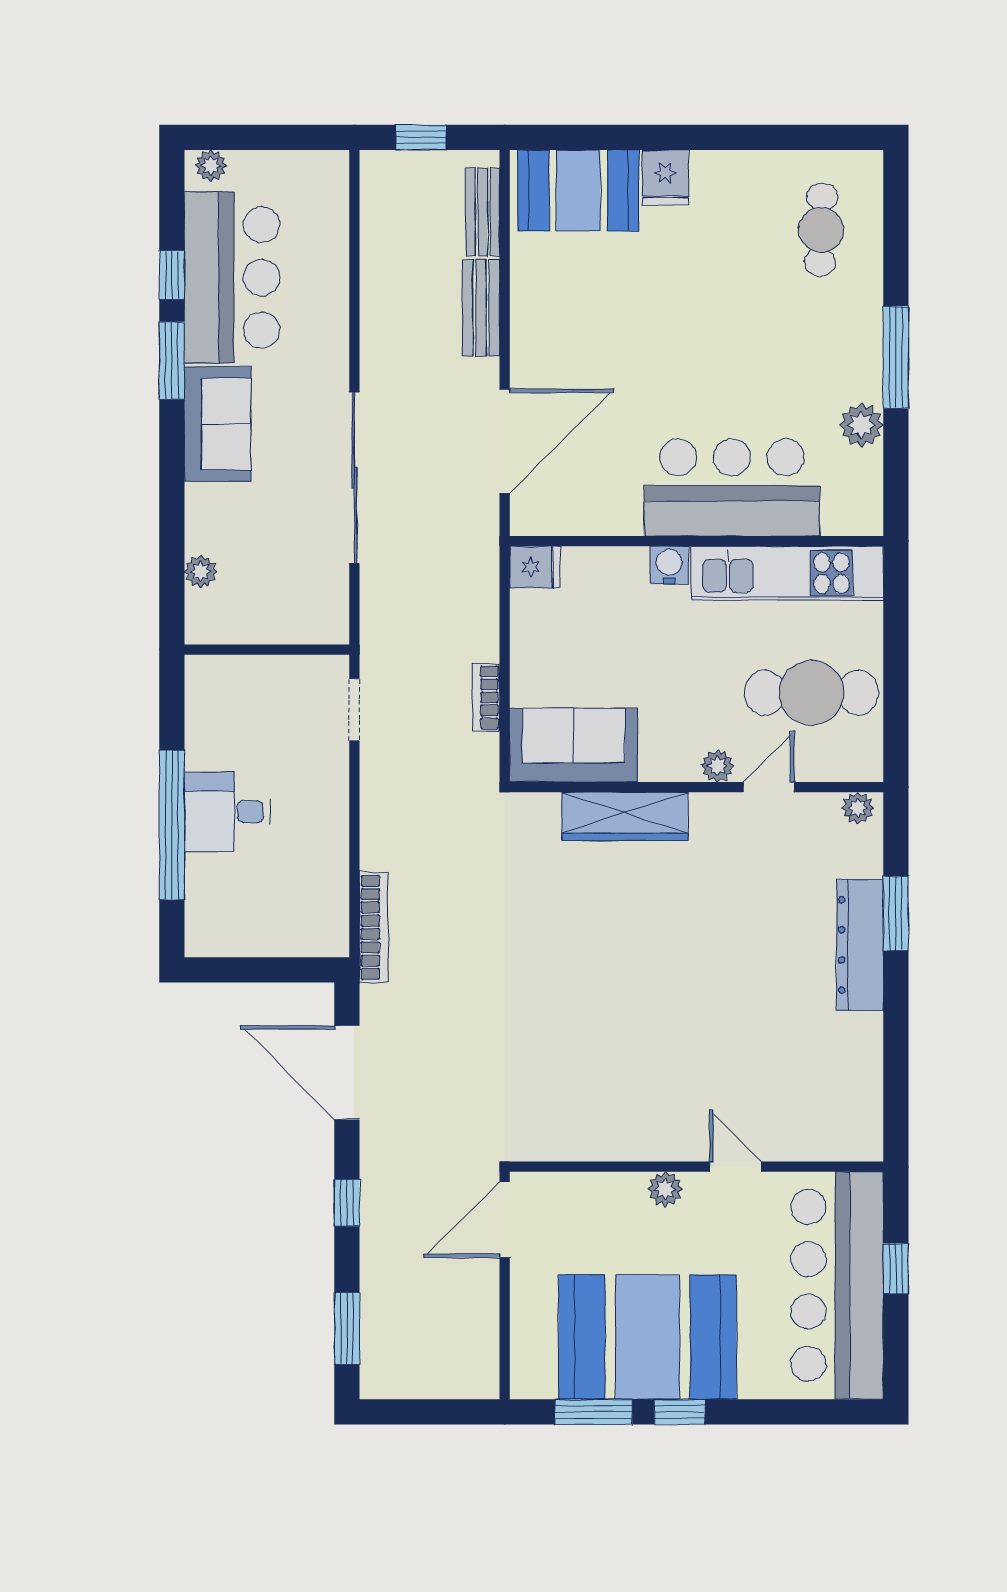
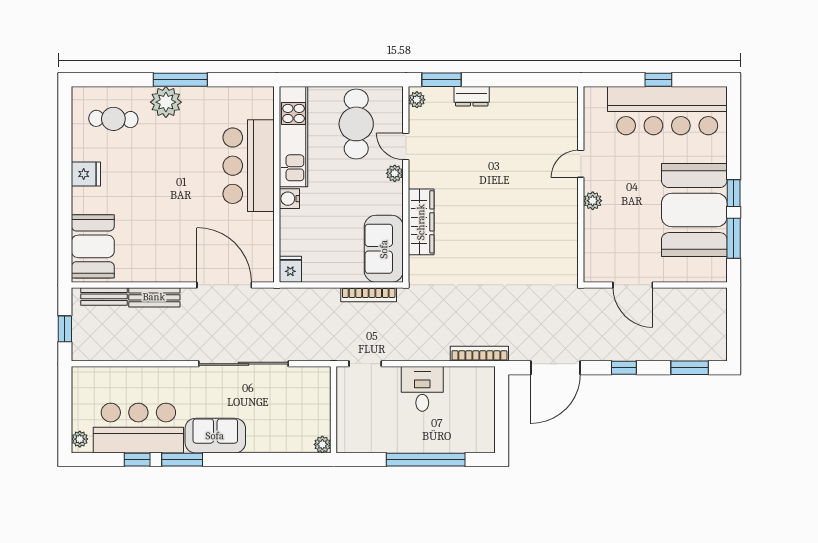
fridge: (665, 178) -> (86, 174), moved
plant: (861, 425) -> (166, 102), moved, width x1.36, depth x1.36
plant: (201, 572) -> (322, 444), moved
bookcase: (486, 697) -> (369, 295), width x1.56
desk: (227, 812) -> (422, 389), moved, turned 180
window: (896, 913) -> (442, 80), moved
dresser: (860, 945) -> (472, 96), width x0.51, depth x0.80
wall: (696, 1167) -> (581, 184), moved
door: (736, 1167) -> (581, 164), moved
plant: (665, 1189) -> (593, 201), moved

